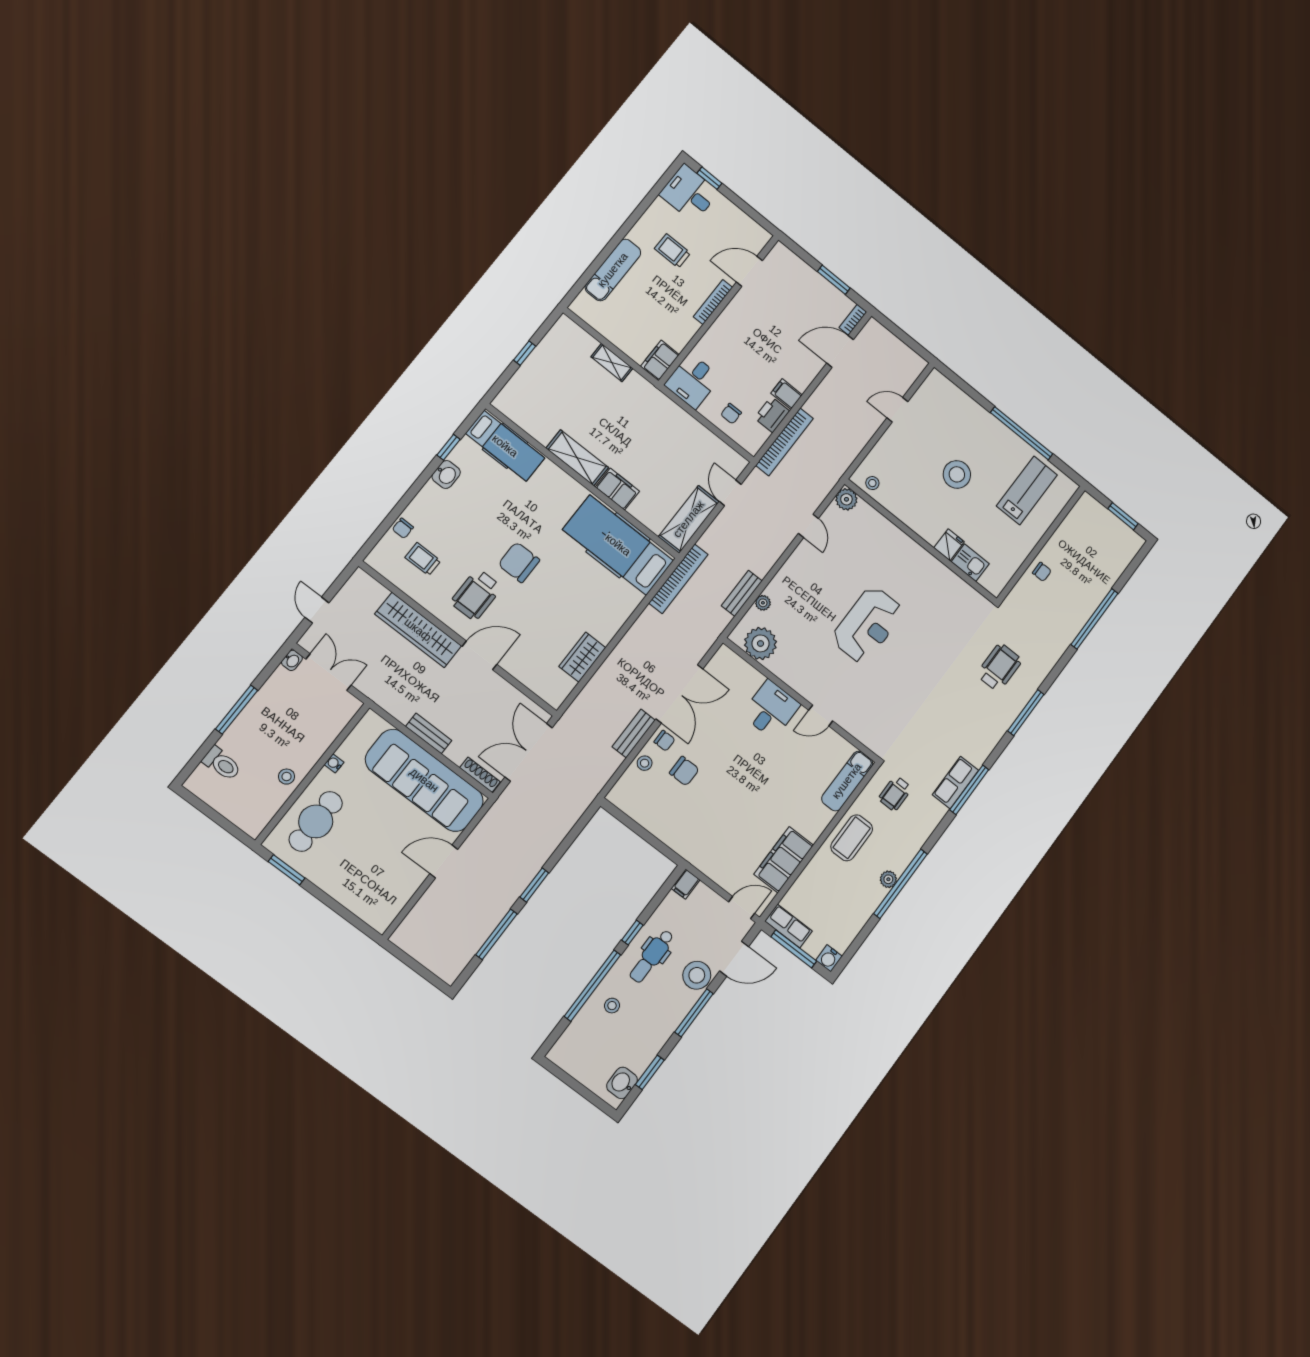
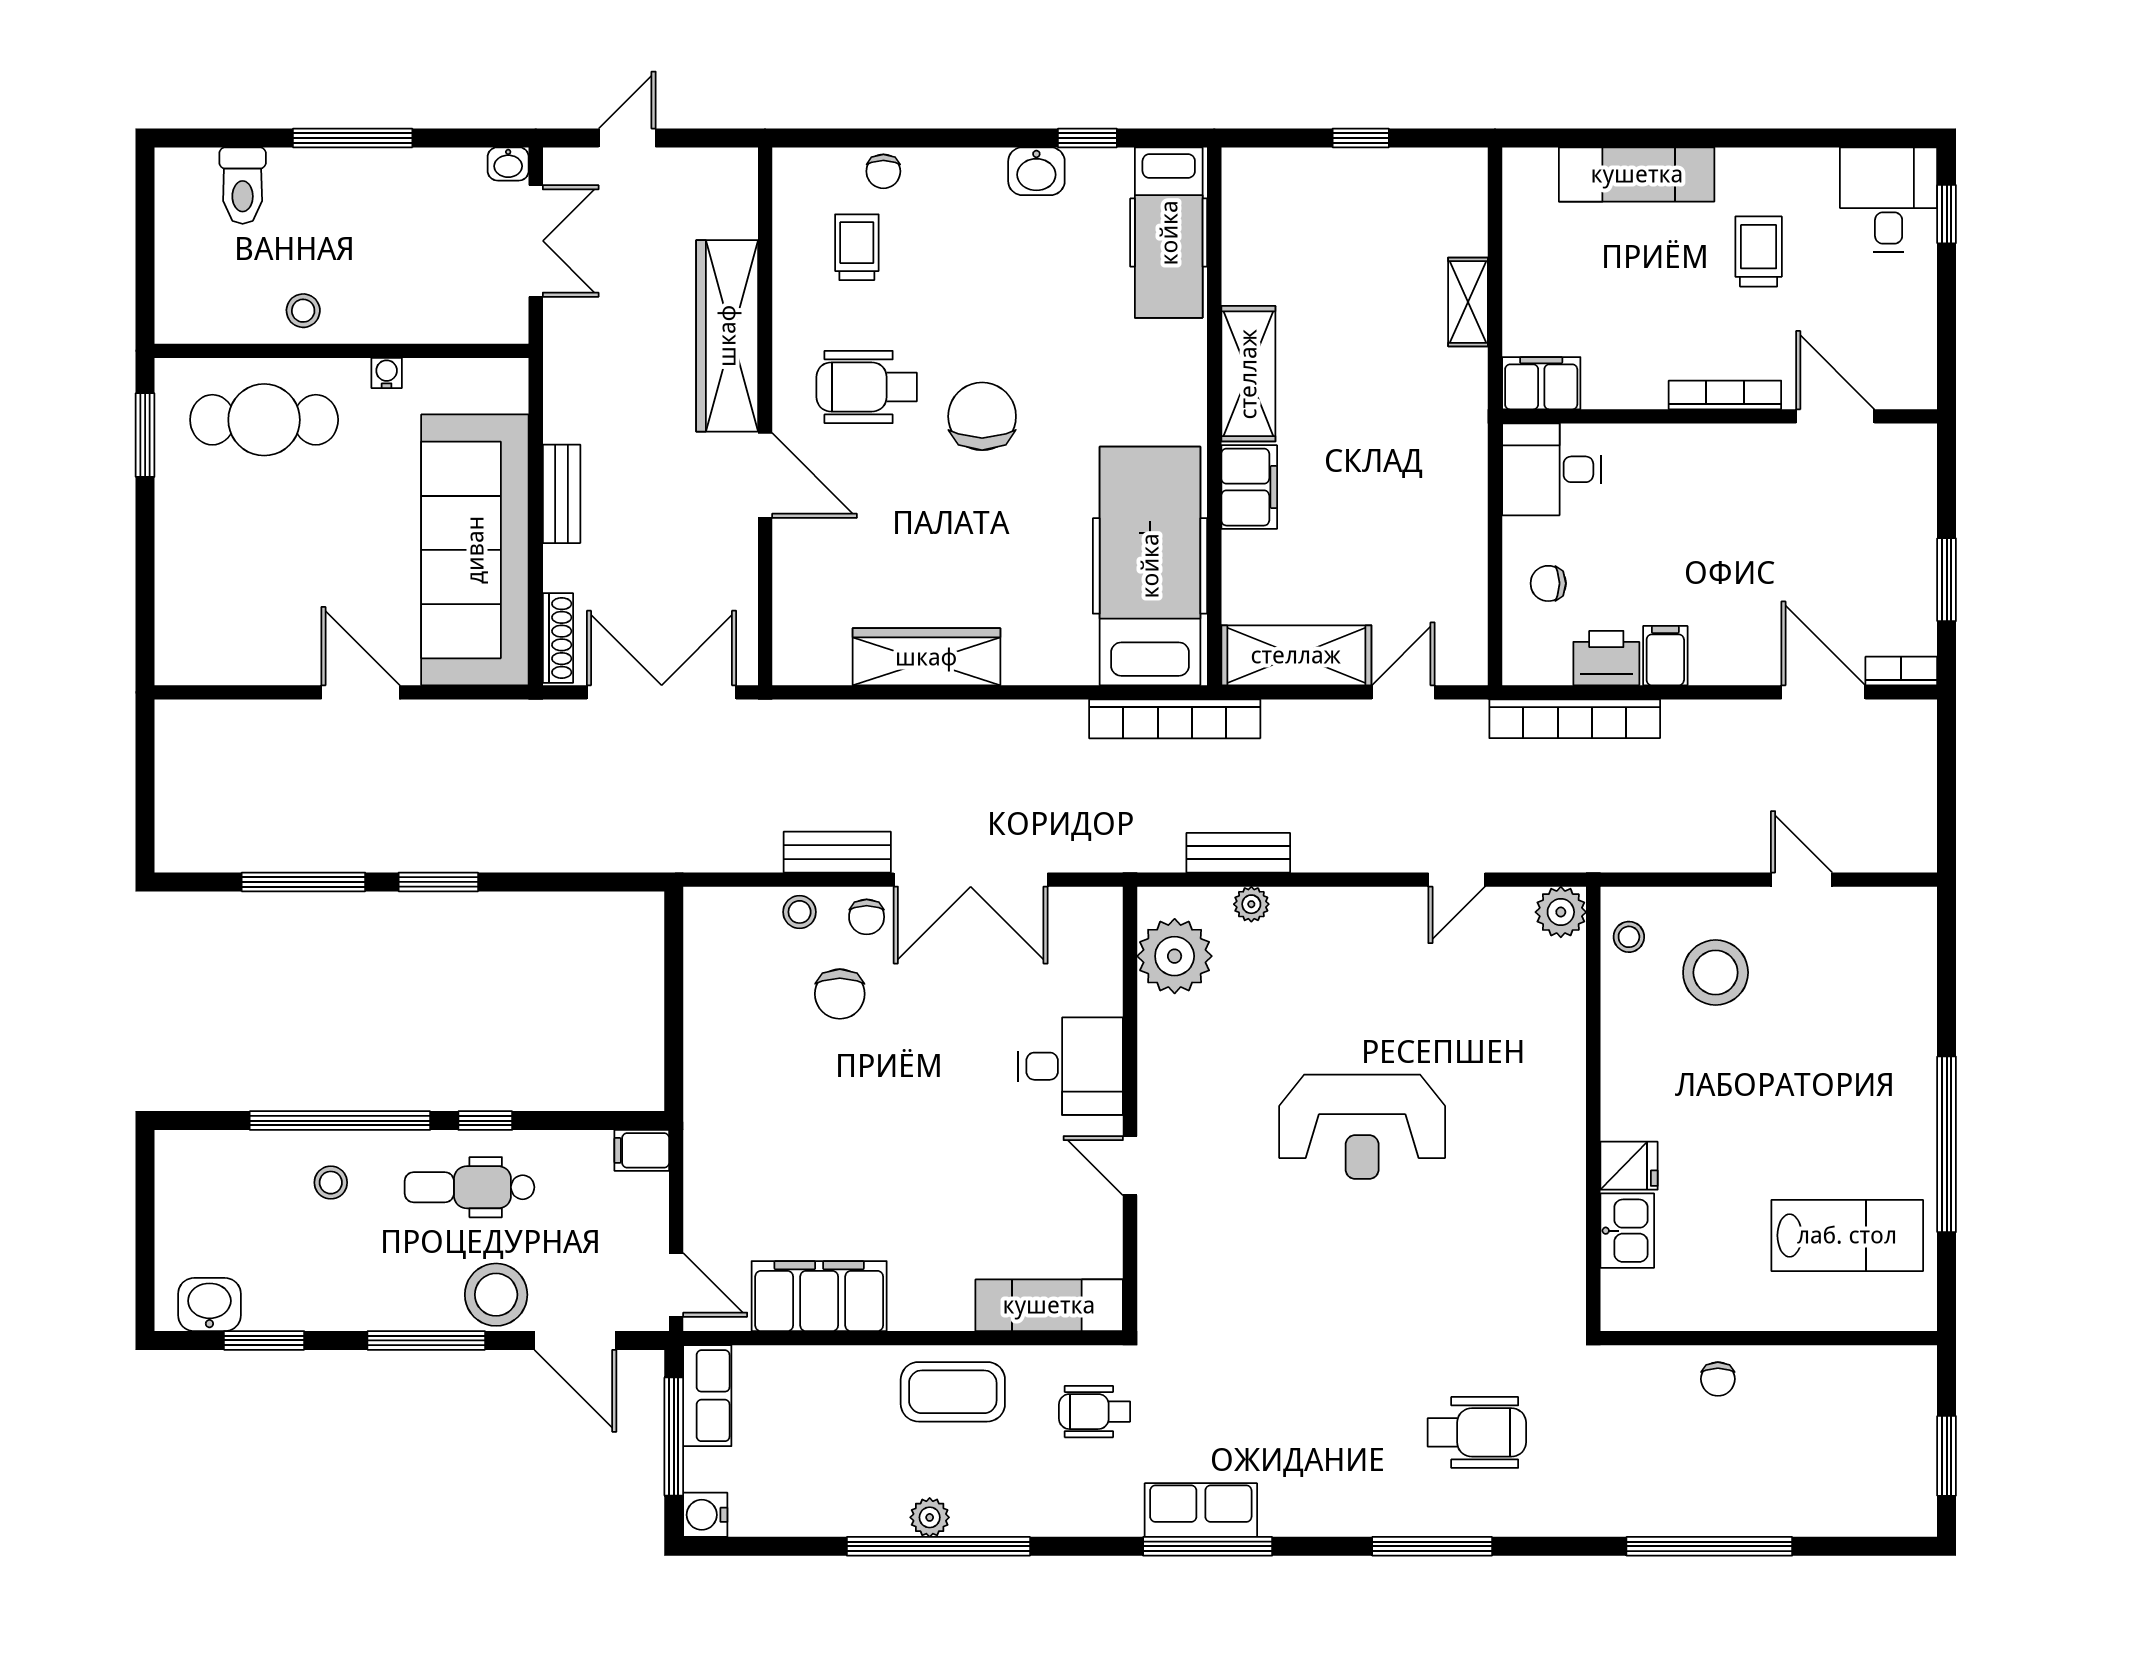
stool: (957, 474) -> (1716, 973), moved
chair: (403, 528) -> (883, 171), turned -90
wardrobe: (582, 657) -> (926, 657), width x1.50

